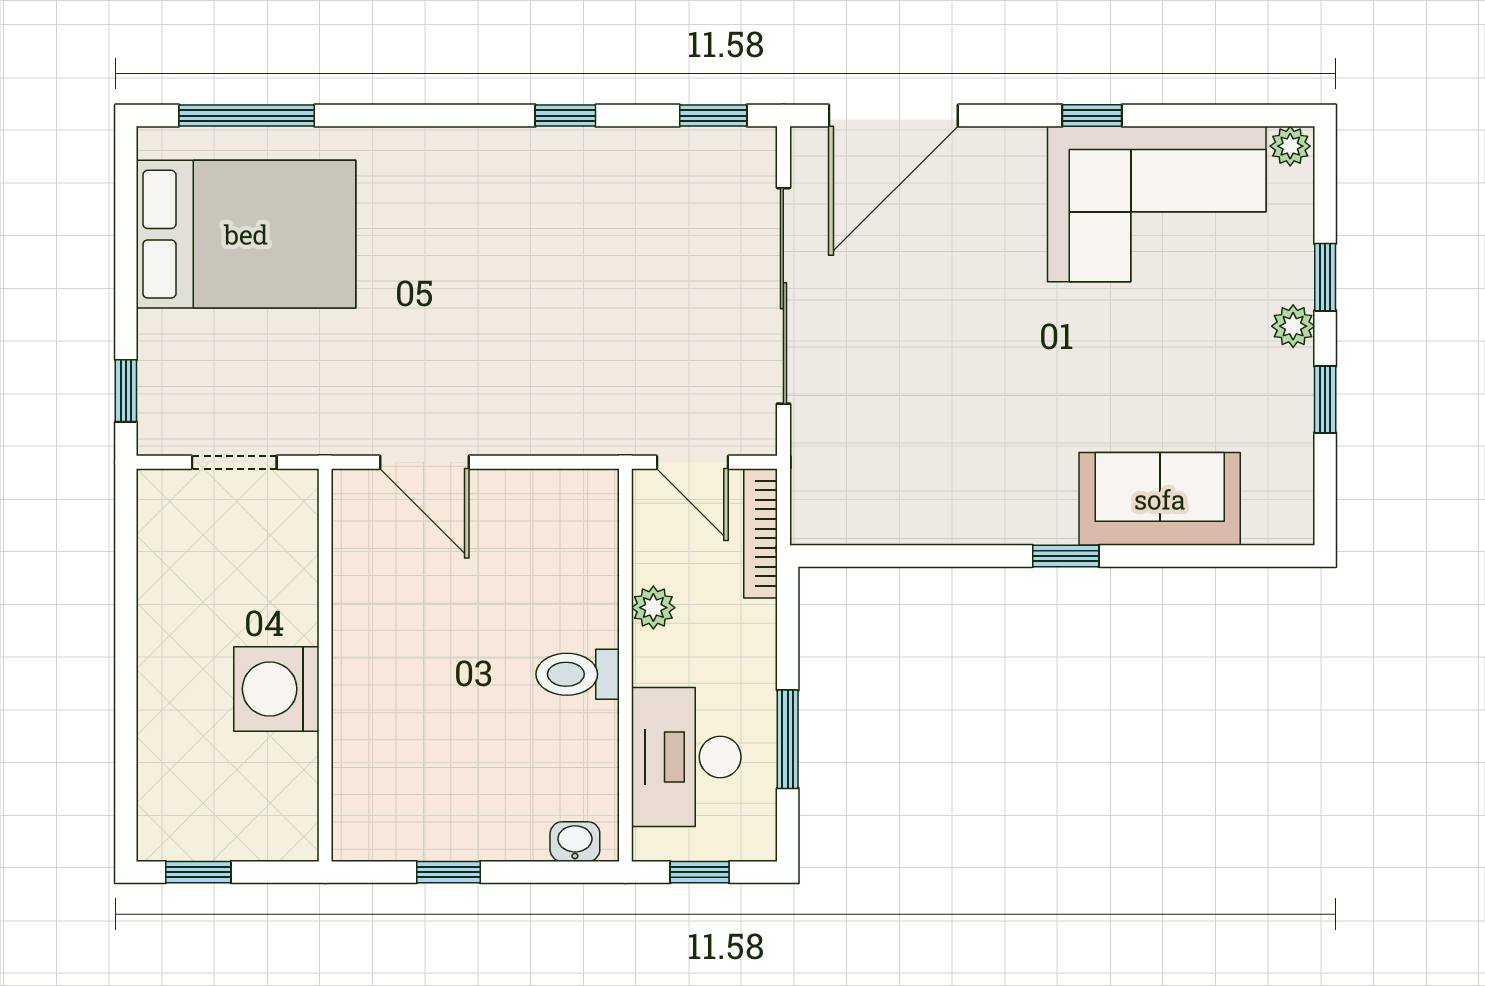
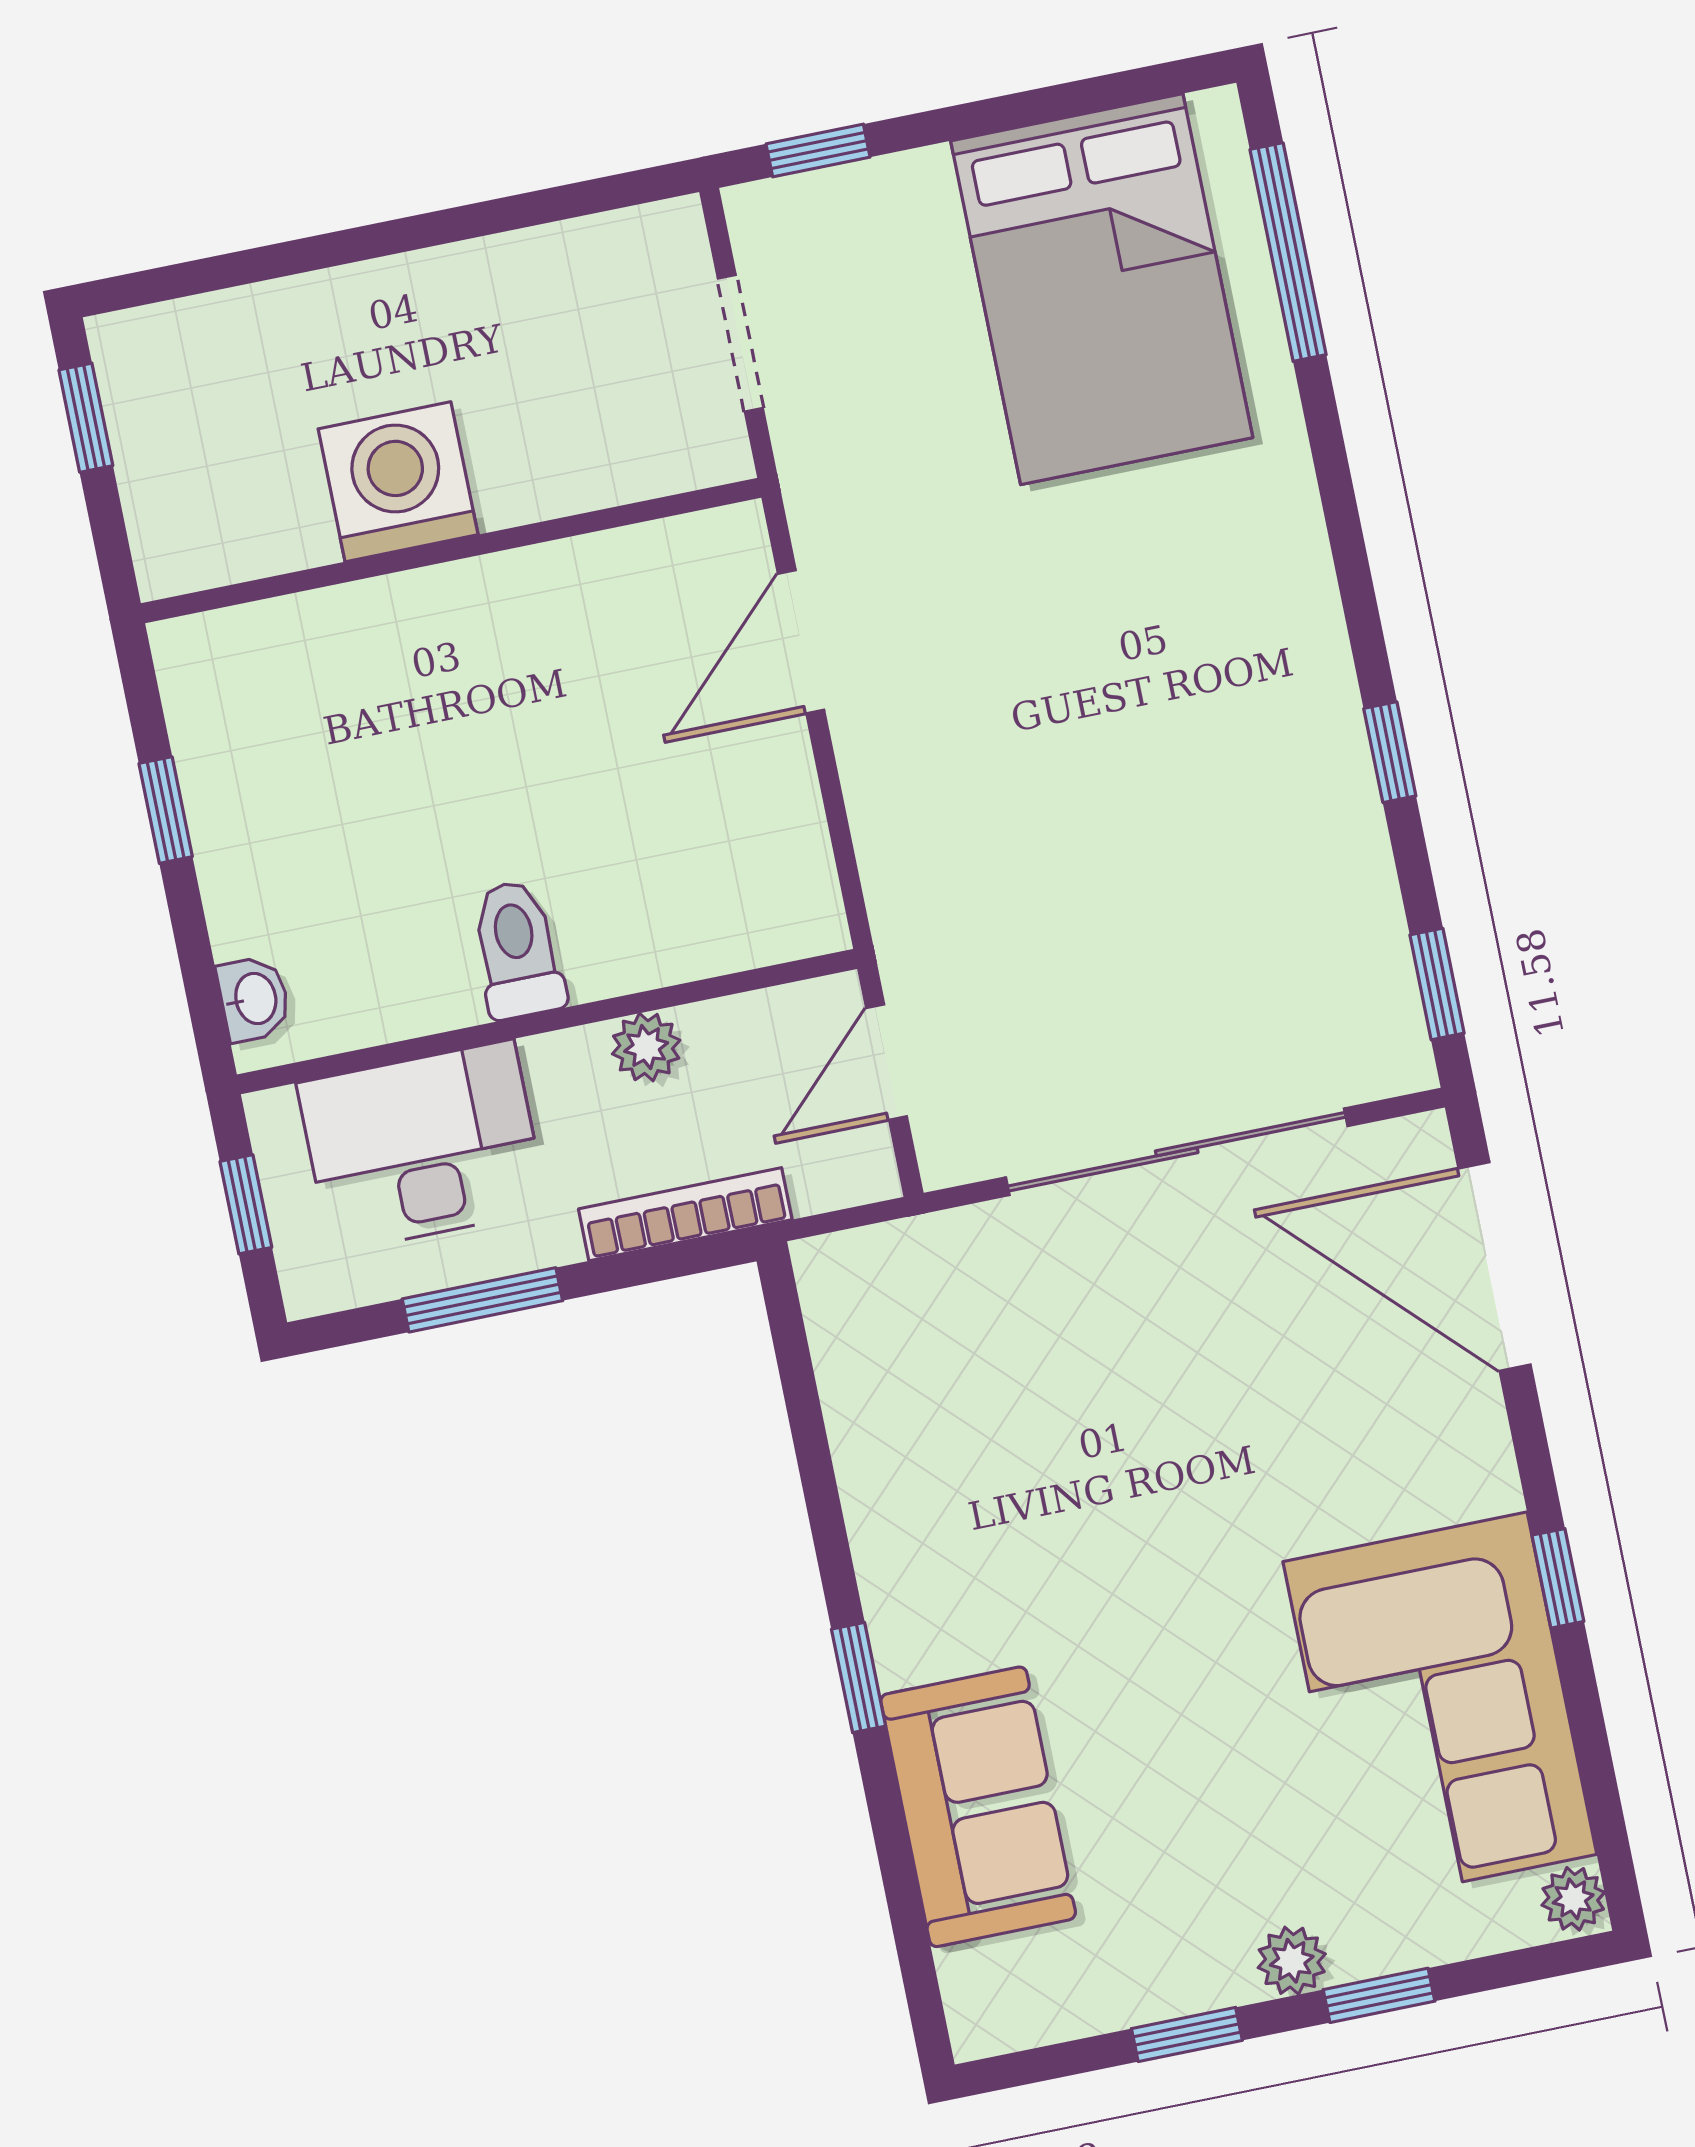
bookcase: (761, 533) -> (685, 1214), moved

